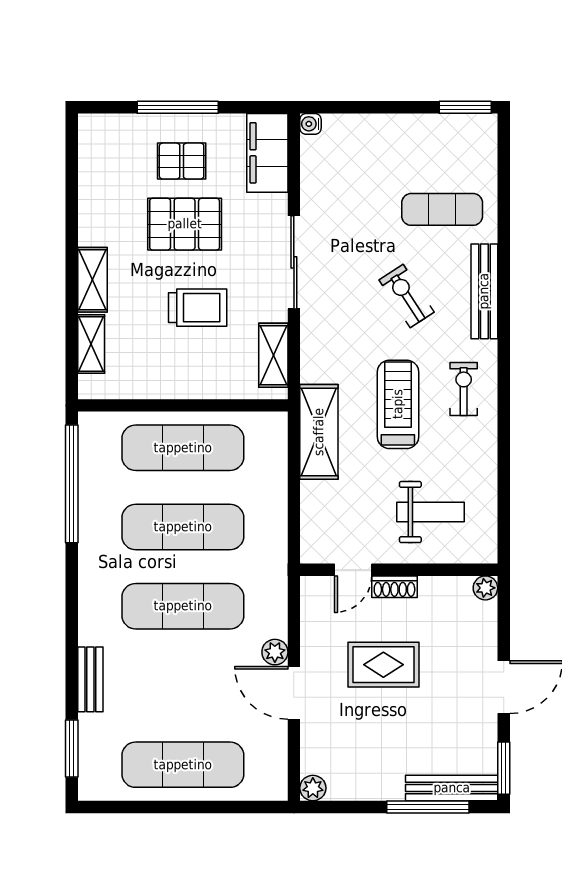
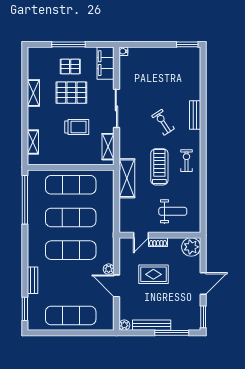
exercise mat: (442, 209) -> (178, 86), removed
shelving: (93, 280) -> (33, 93), moved
bench: (484, 291) -> (195, 115), width x0.73
plant: (485, 588) -> (191, 247), width x1.88, depth x1.88
bench: (452, 788) -> (152, 325), moved

